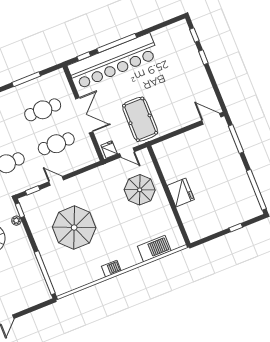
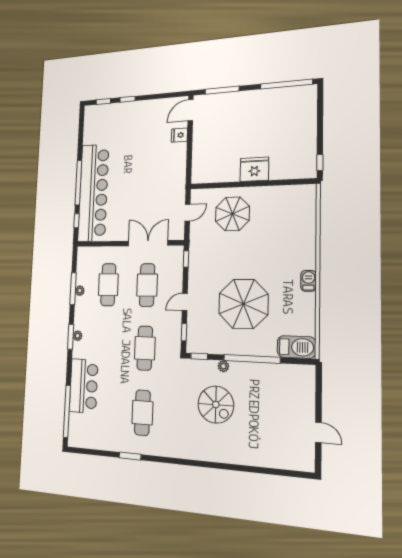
plant: (27, 86) -> (80, 291), added
double door: (84, 115) -> (148, 243), moved
pool table: (140, 119) -> (160, 186), removed
fridge: (109, 150) -> (179, 135), moved
window: (90, 167) -> (186, 259), added
plant: (16, 221) -> (223, 366), moved
window: (236, 228) -> (320, 162), moved
barbecue: (154, 249) -> (296, 347), moved, turned 90
window: (45, 273) -> (252, 359), moved

